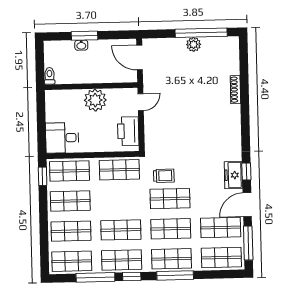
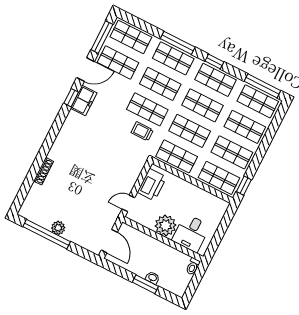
desk: (62, 138) -> (191, 233), moved, turned 90
shop shelf: (120, 200) -> (190, 131), added
window: (95, 277) -> (262, 86), moved

